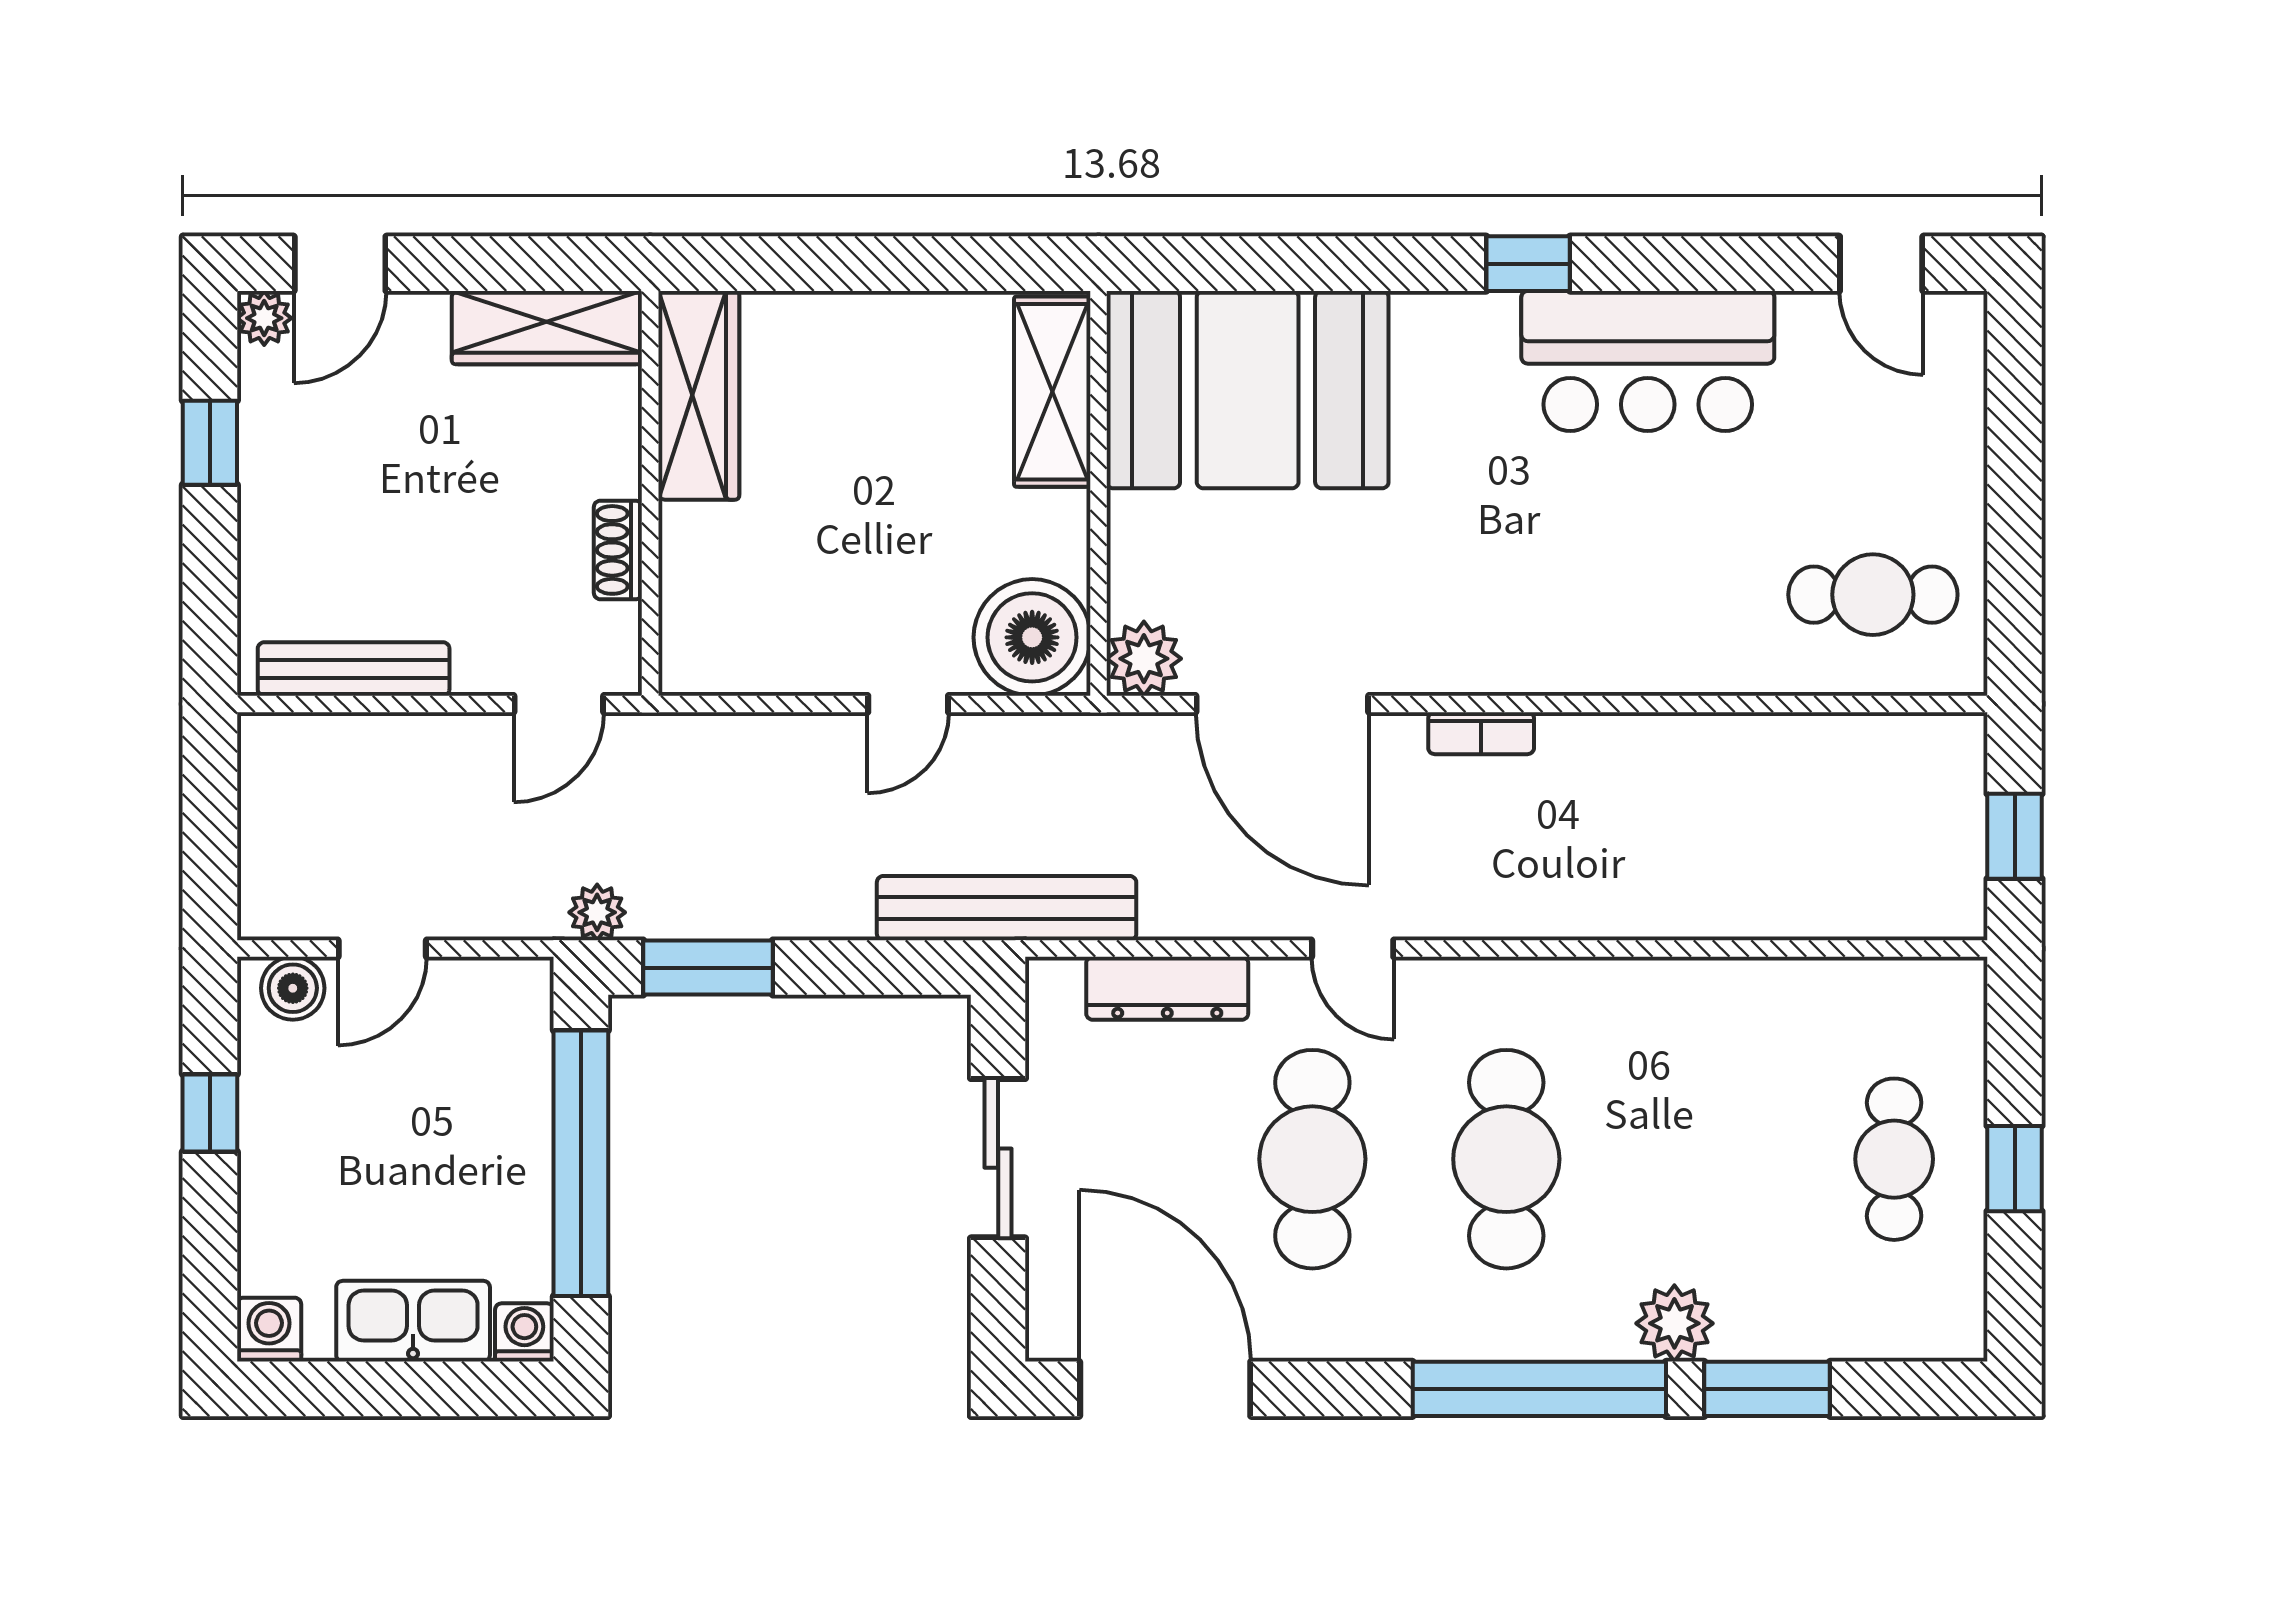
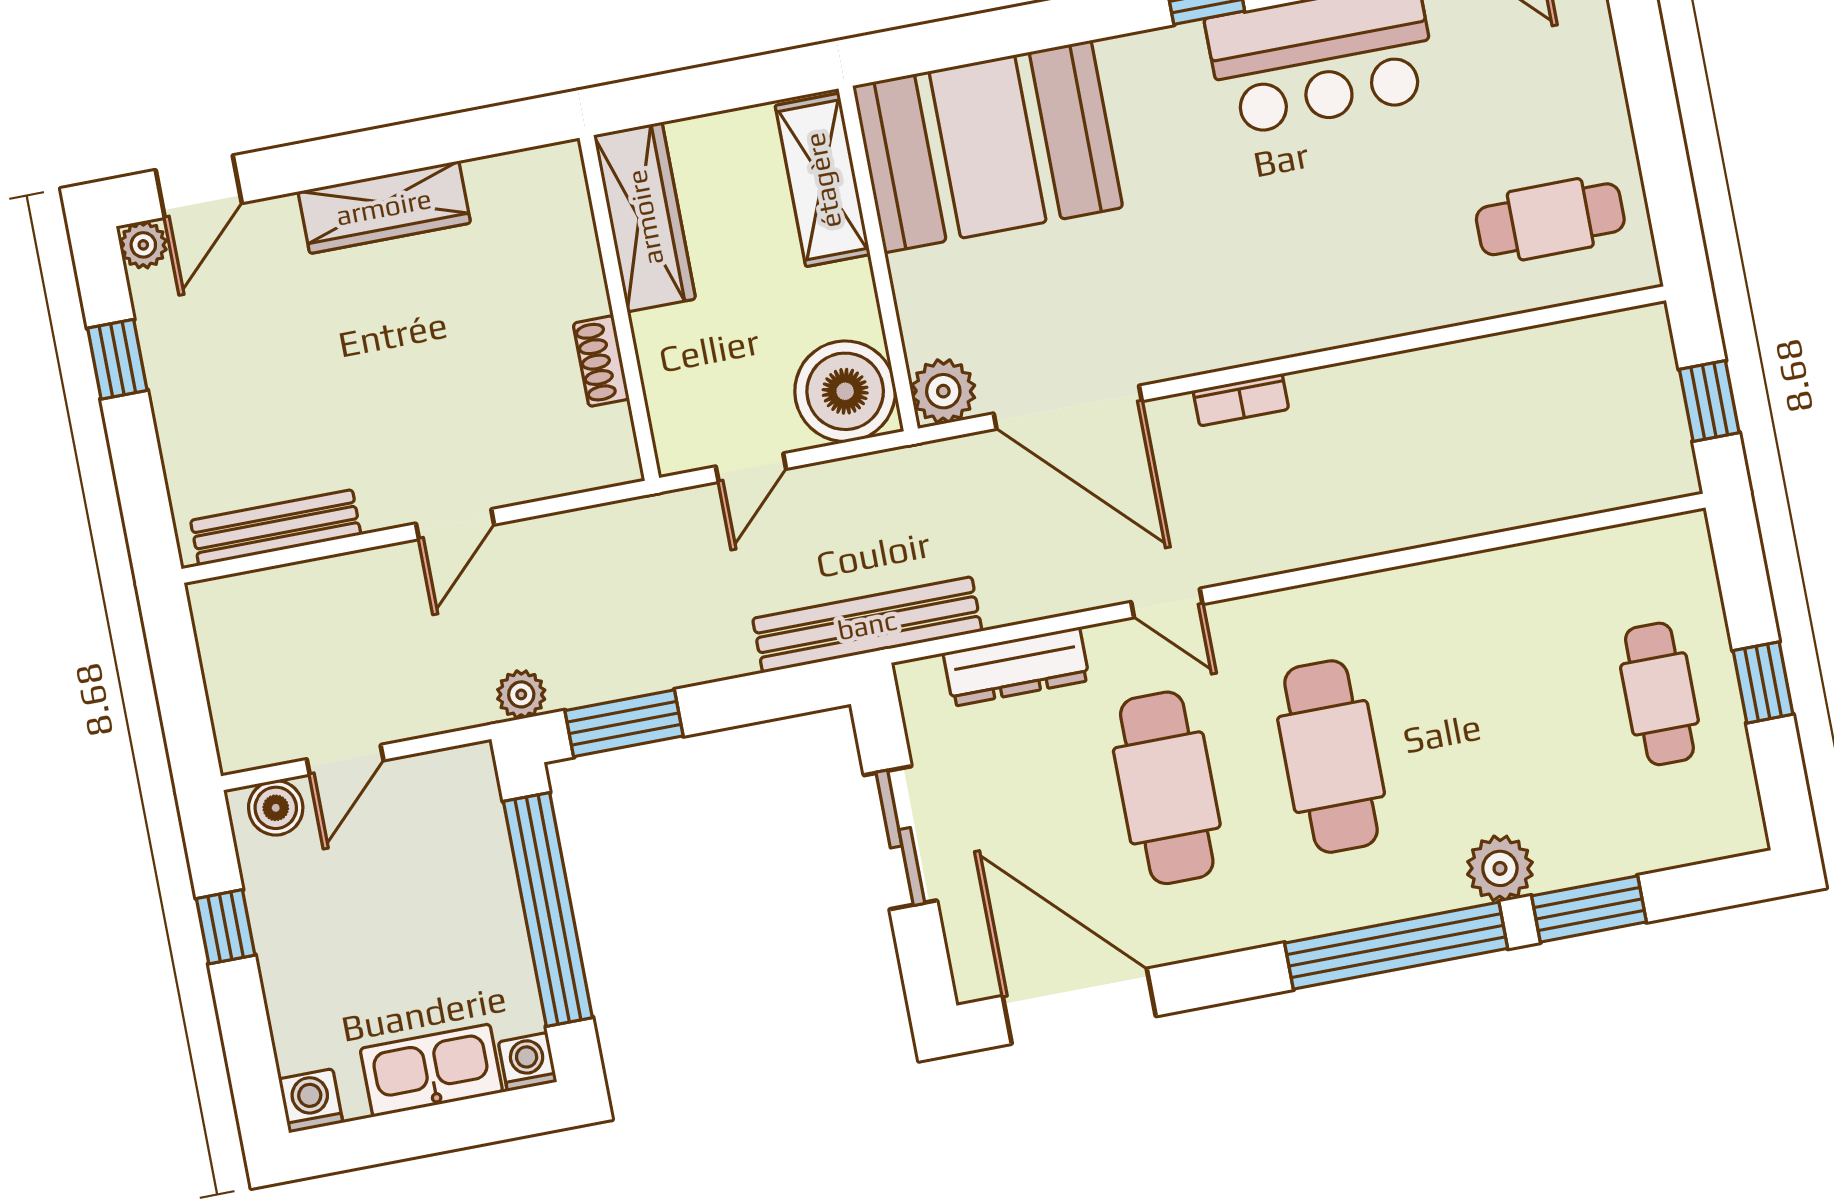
wardrobe: (699, 395) -> (645, 217), moved
wall: (650, 493) -> (619, 308), moved
shoe rack: (618, 550) -> (601, 361), moved

